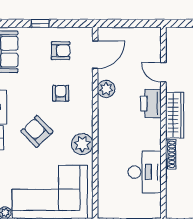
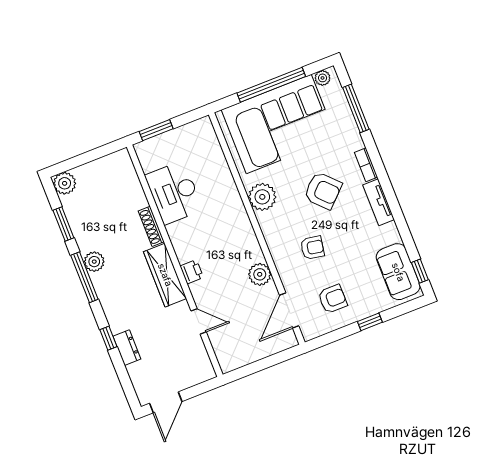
armchair: (61, 51) -> (332, 299), turned 180
armchair: (61, 93) -> (312, 248), turned -80
printer: (151, 103) -> (192, 272), width x0.53, depth x0.68

